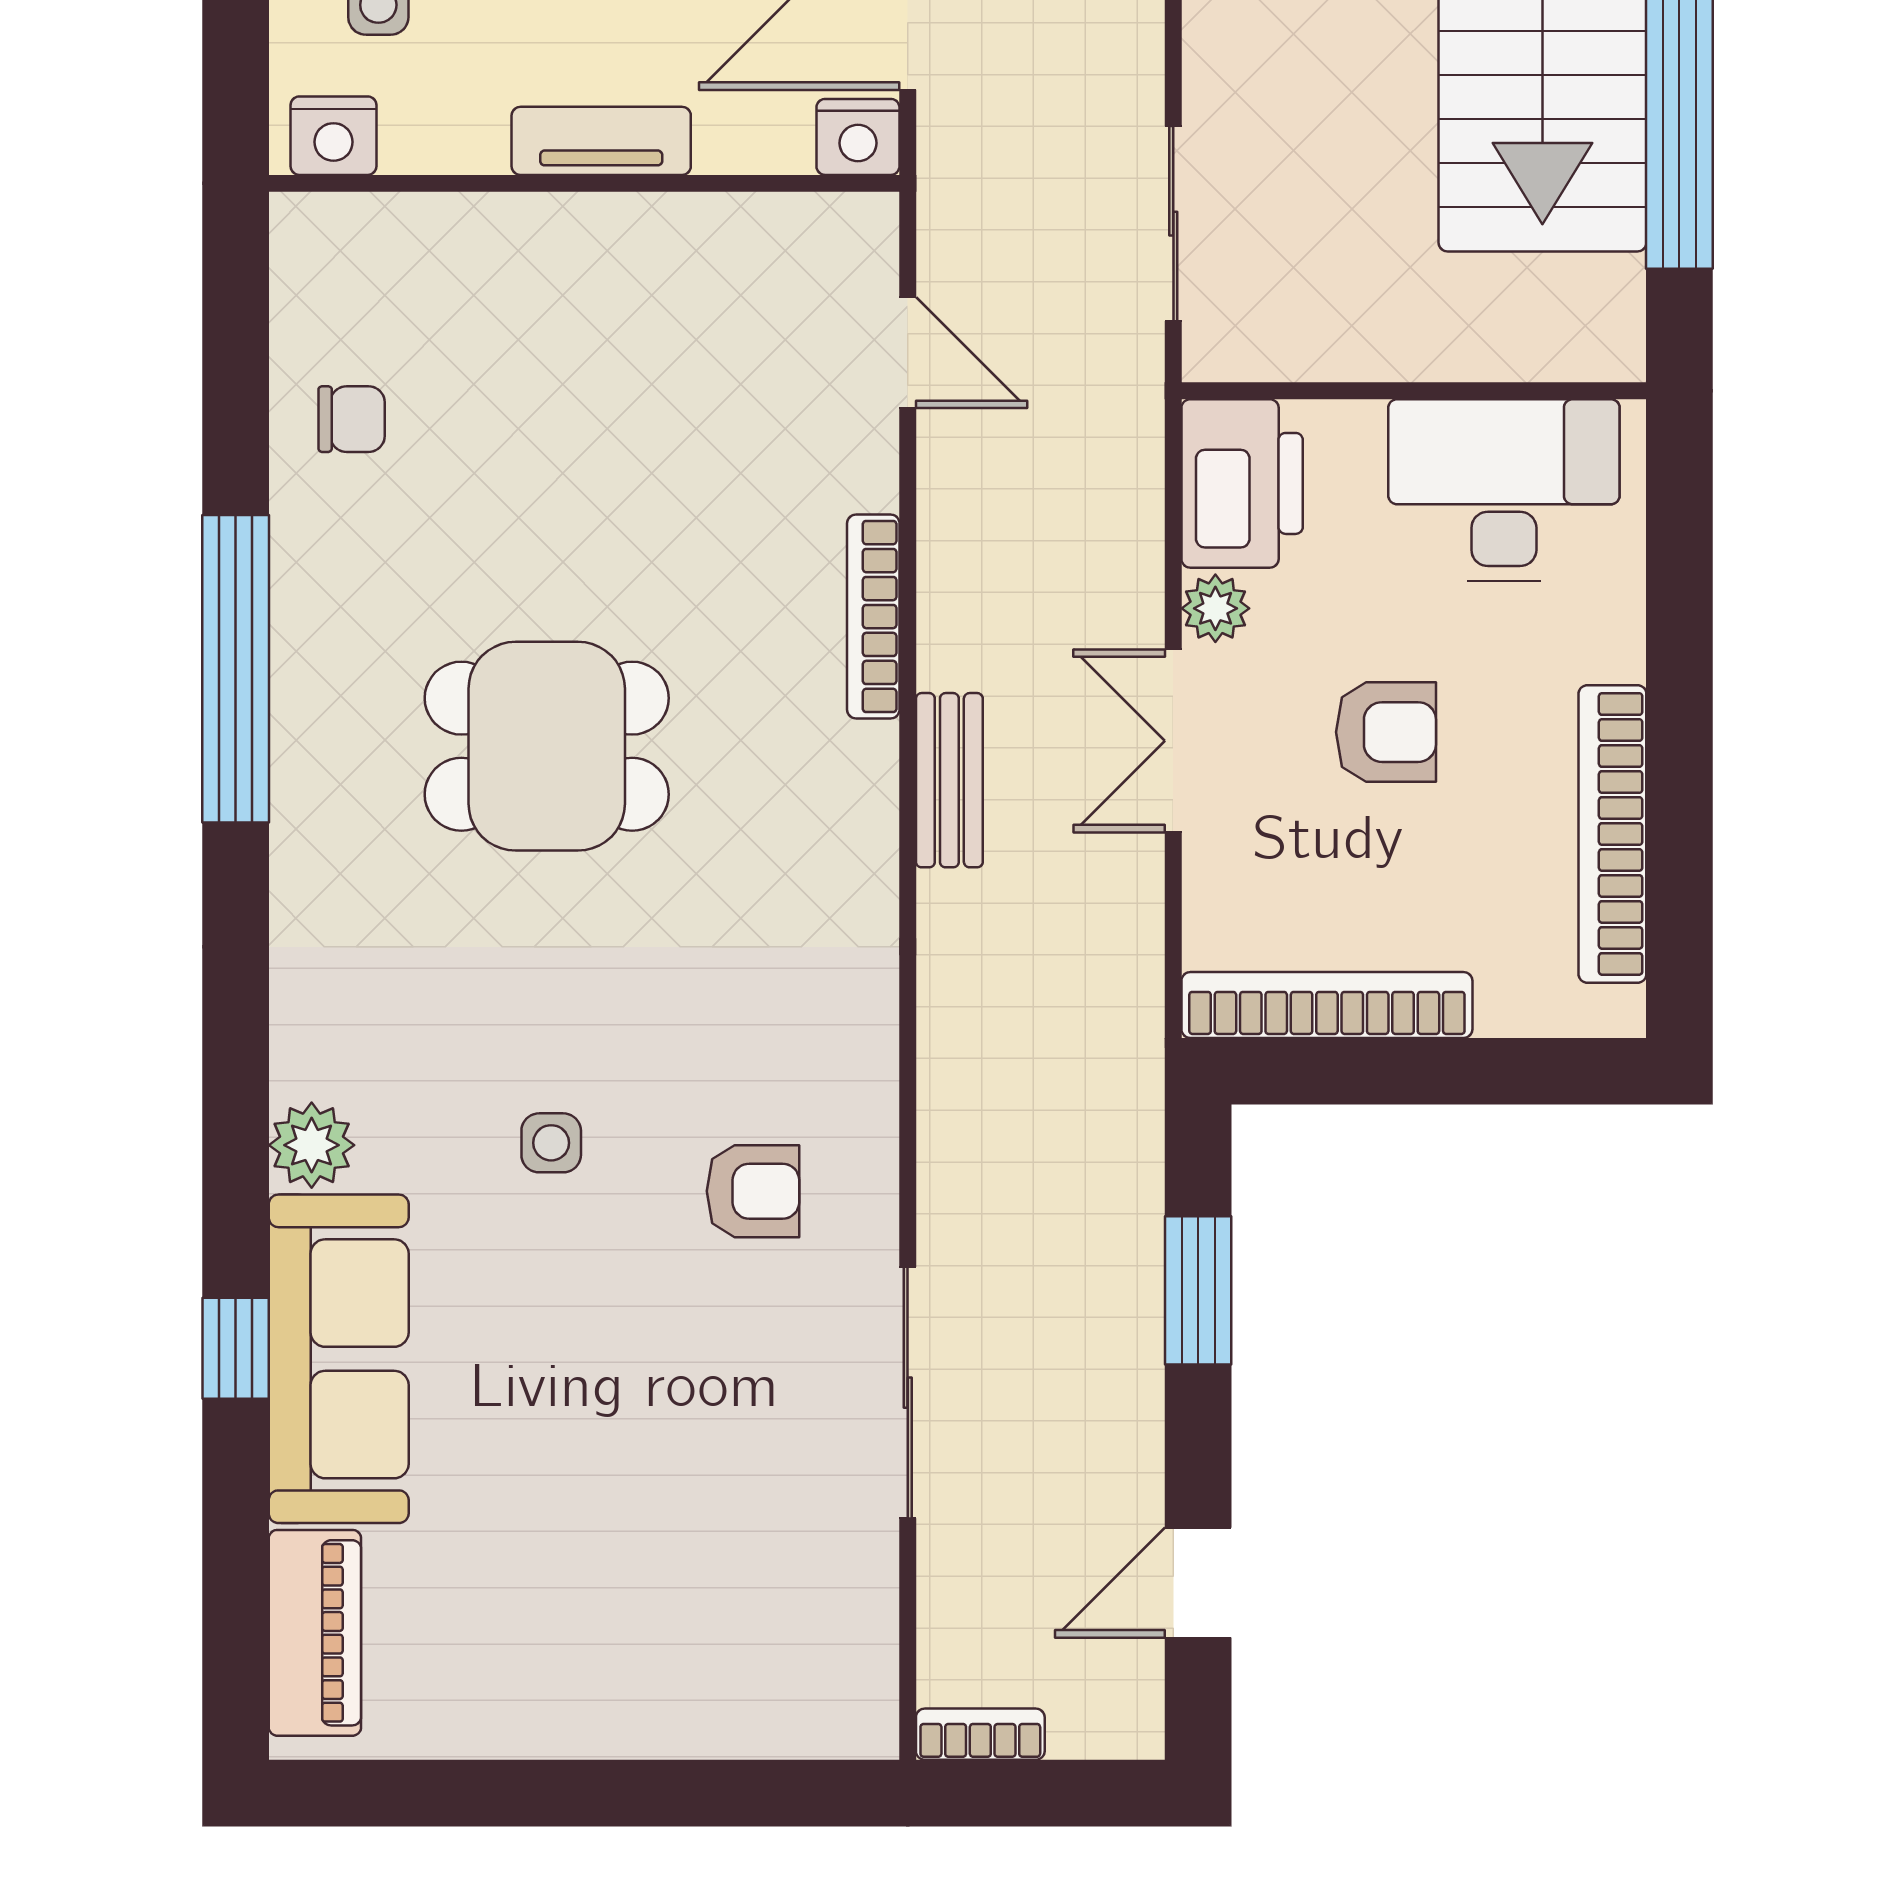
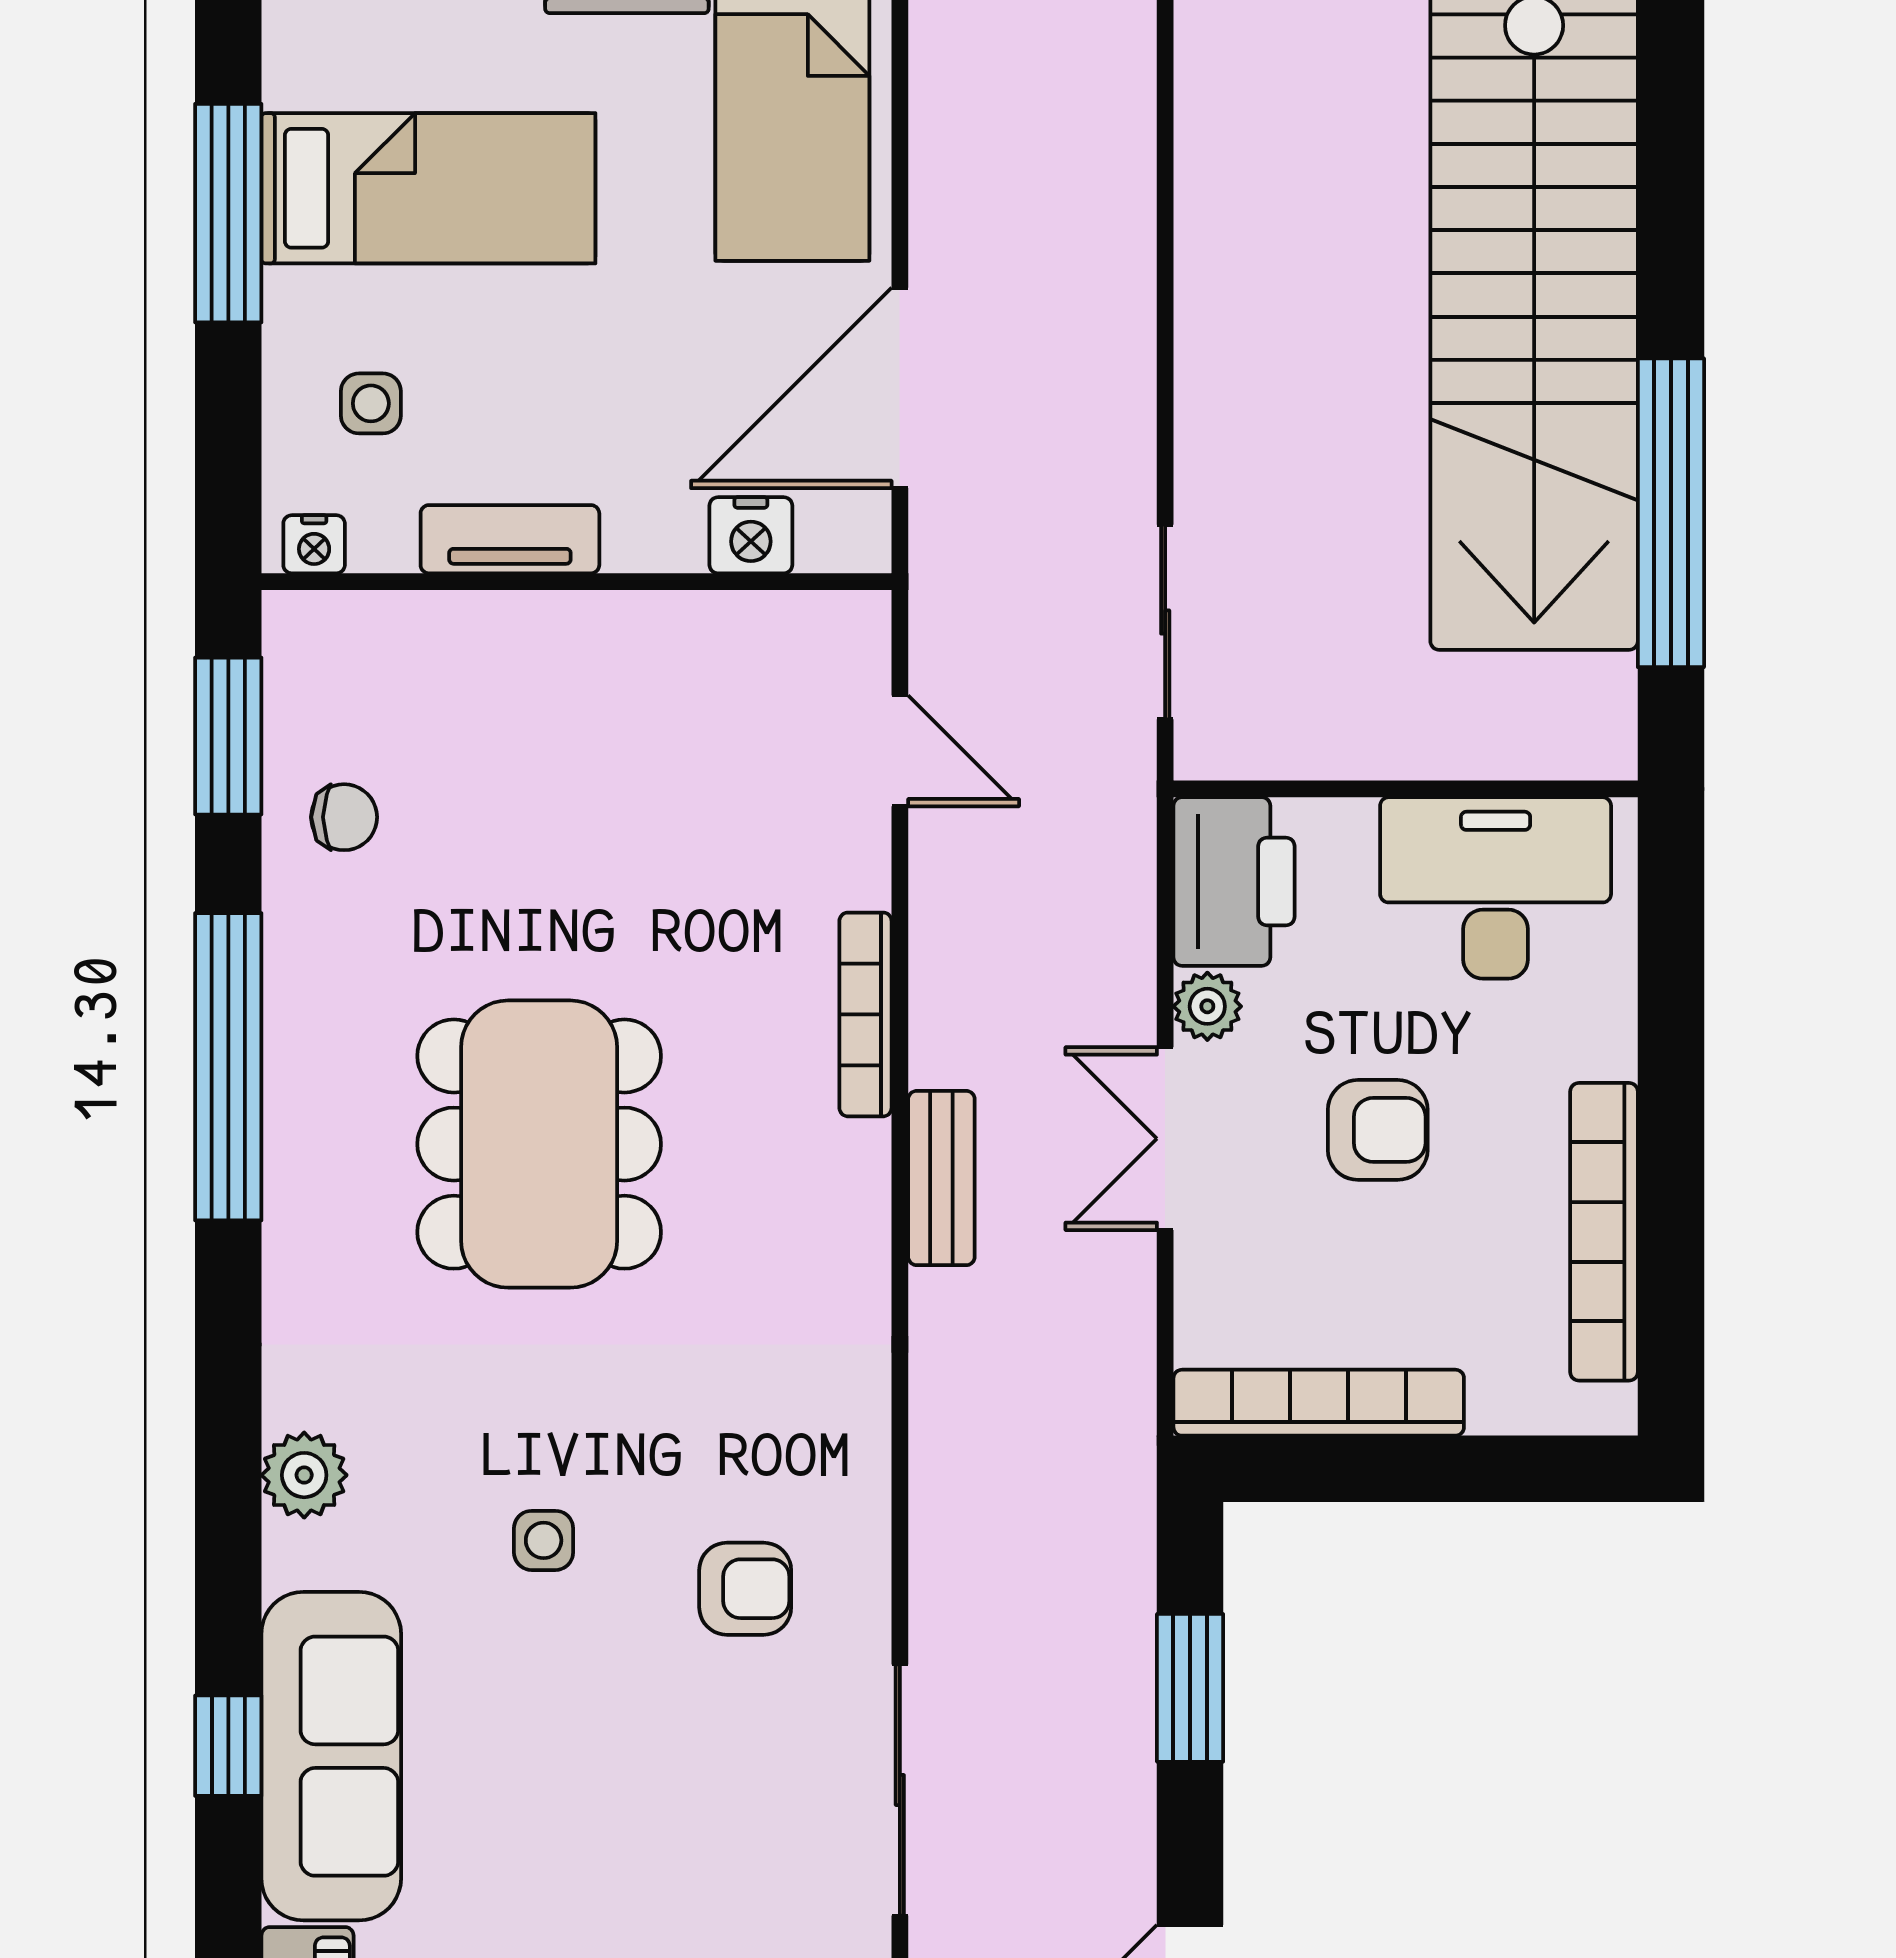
nightstand: (333, 136) -> (314, 544), width x0.72, depth x0.74
nightstand: (858, 137) -> (751, 535), moved
tv unit: (601, 141) -> (510, 539), moved
window: (236, 338) -> (228, 736), added
dining table: (547, 746) -> (539, 1144), width x1.38
plant: (312, 1145) -> (304, 1475), moved

